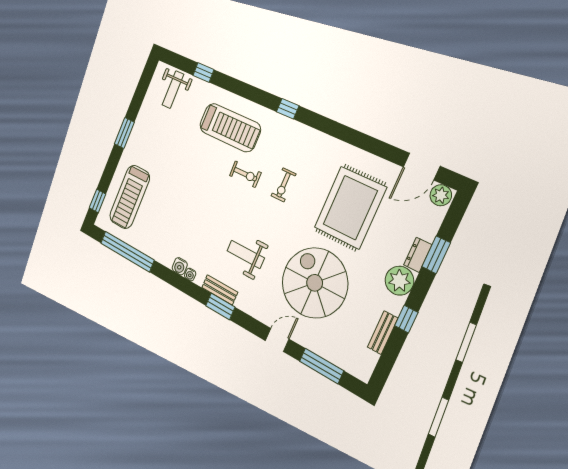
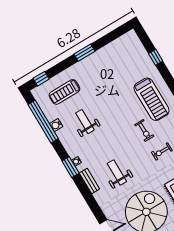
weight bench: (173, 90) -> (85, 122), moved, turned 90
treadmill: (130, 197) -> (65, 92), width x0.73, depth x0.73
water cooler: (180, 266) -> (56, 125), moved
window: (220, 306) -> (71, 167), moved

